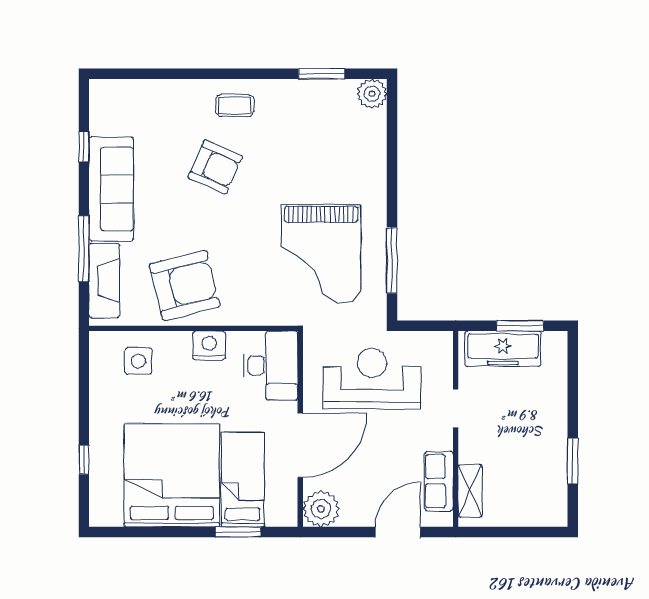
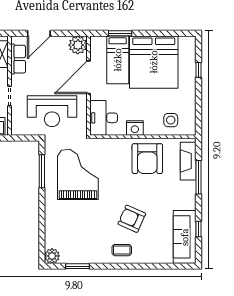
sofa: (111, 189) -> (185, 237), moved
armchair: (185, 285) -> (147, 159), turned -76

